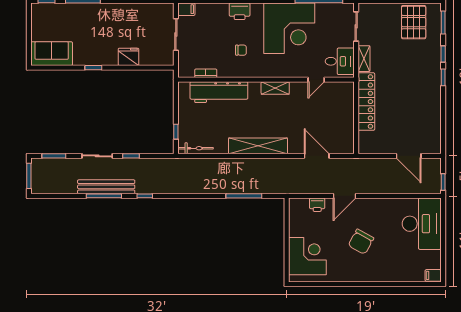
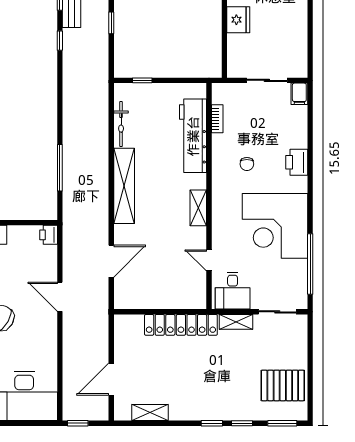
shelving: (435, 126) -> (150, 412), added
bicycle: (196, 148) -> (121, 124), moved
printer: (317, 205) -> (49, 235), moved

